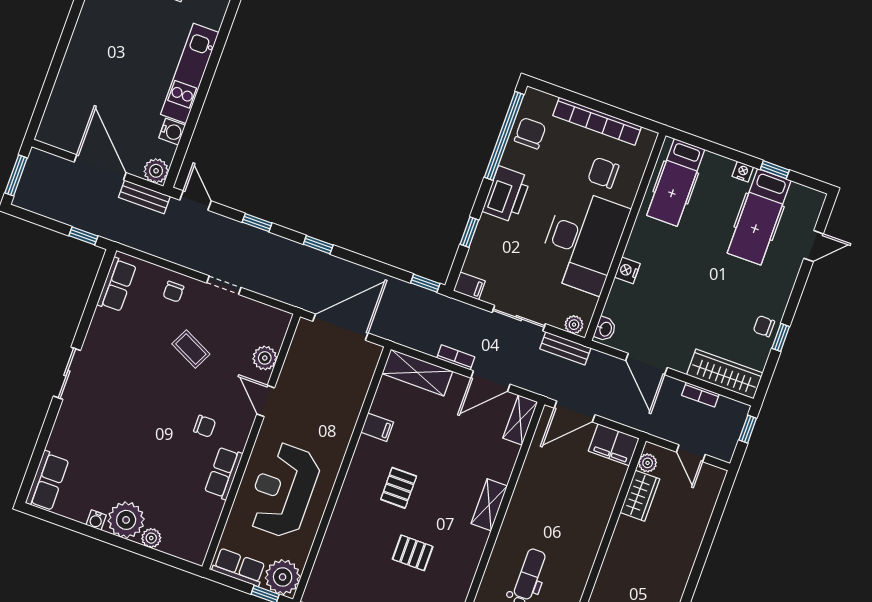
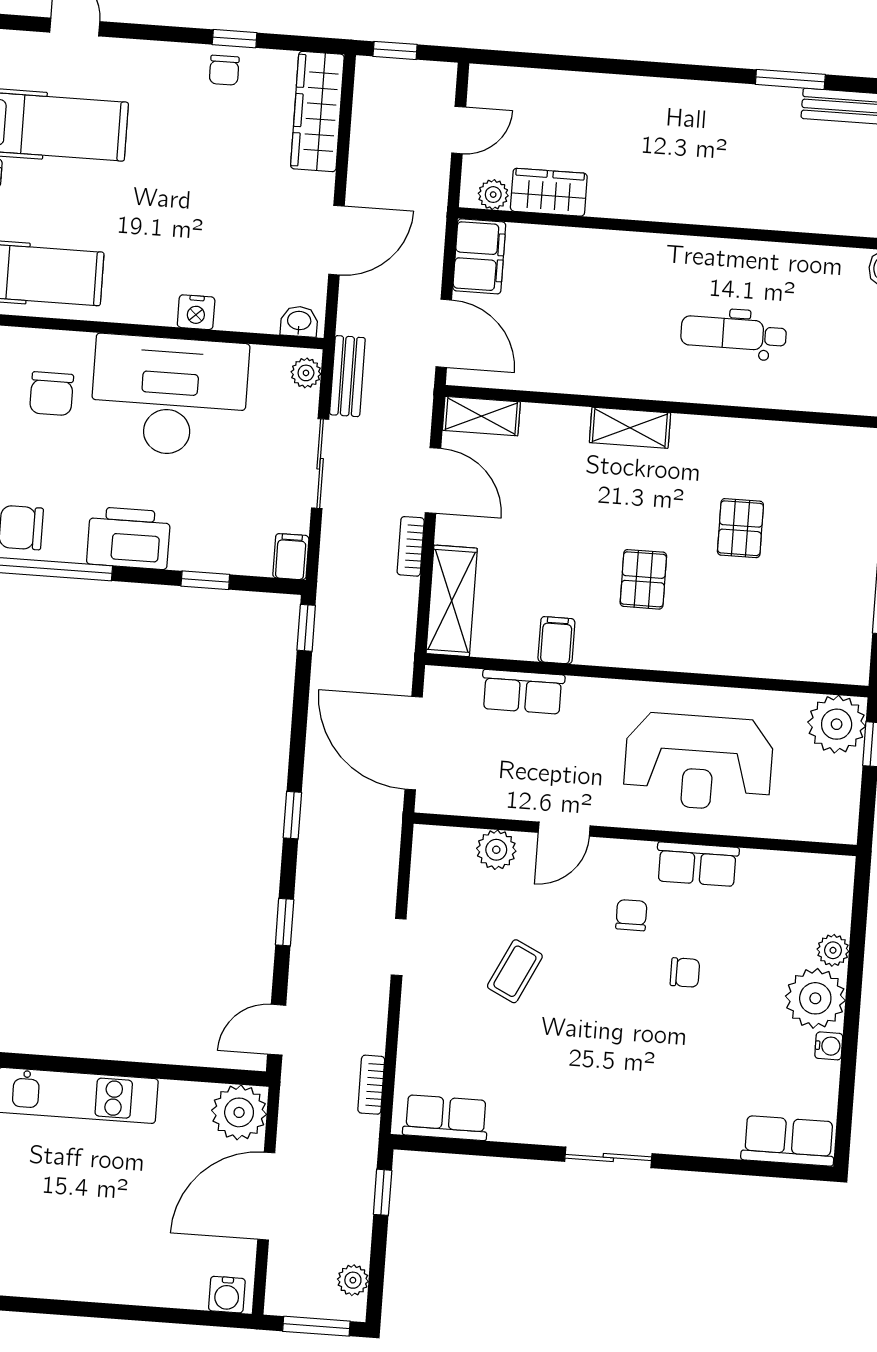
water cooler: (172, 132) -> (227, 1295), moved, turned 180
plant: (156, 171) -> (239, 1112), width x1.36, depth x1.36
bench: (144, 197) -> (294, 1113), removed
plant: (37, 204) -> (353, 1280), added
chair: (173, 292) -> (685, 973), moved
bookcase: (700, 395) -> (371, 1085), moved, turned 180
pallet: (399, 488) -> (643, 579), turned 90
row of seats: (239, 567) -> (523, 692), moved, turned -90

